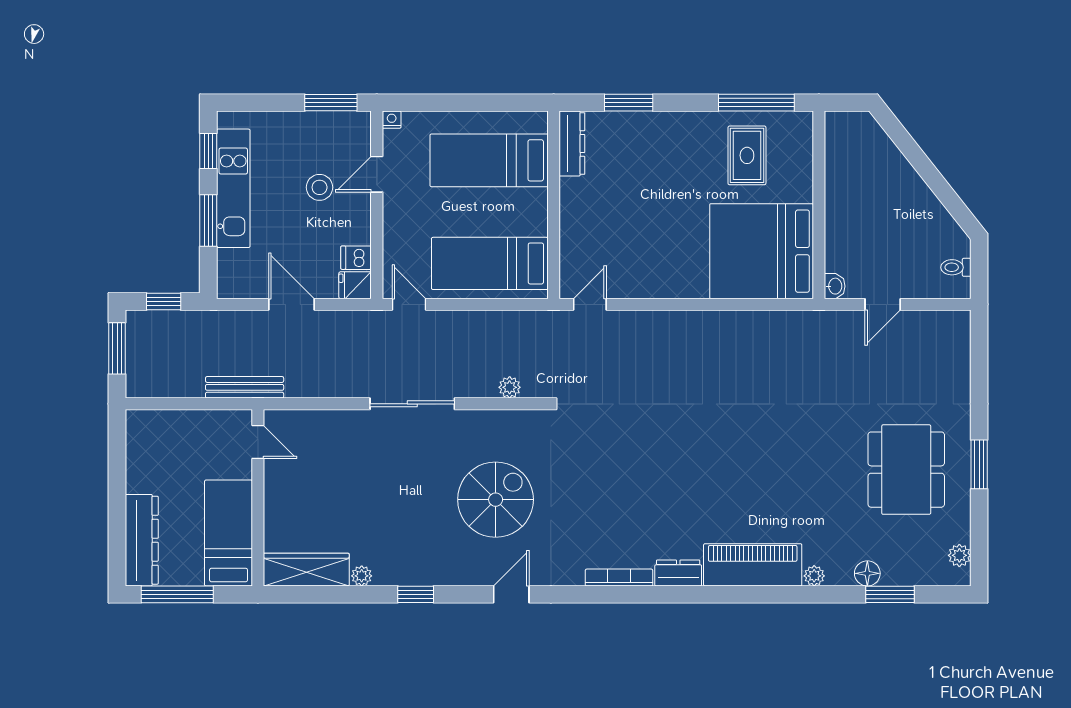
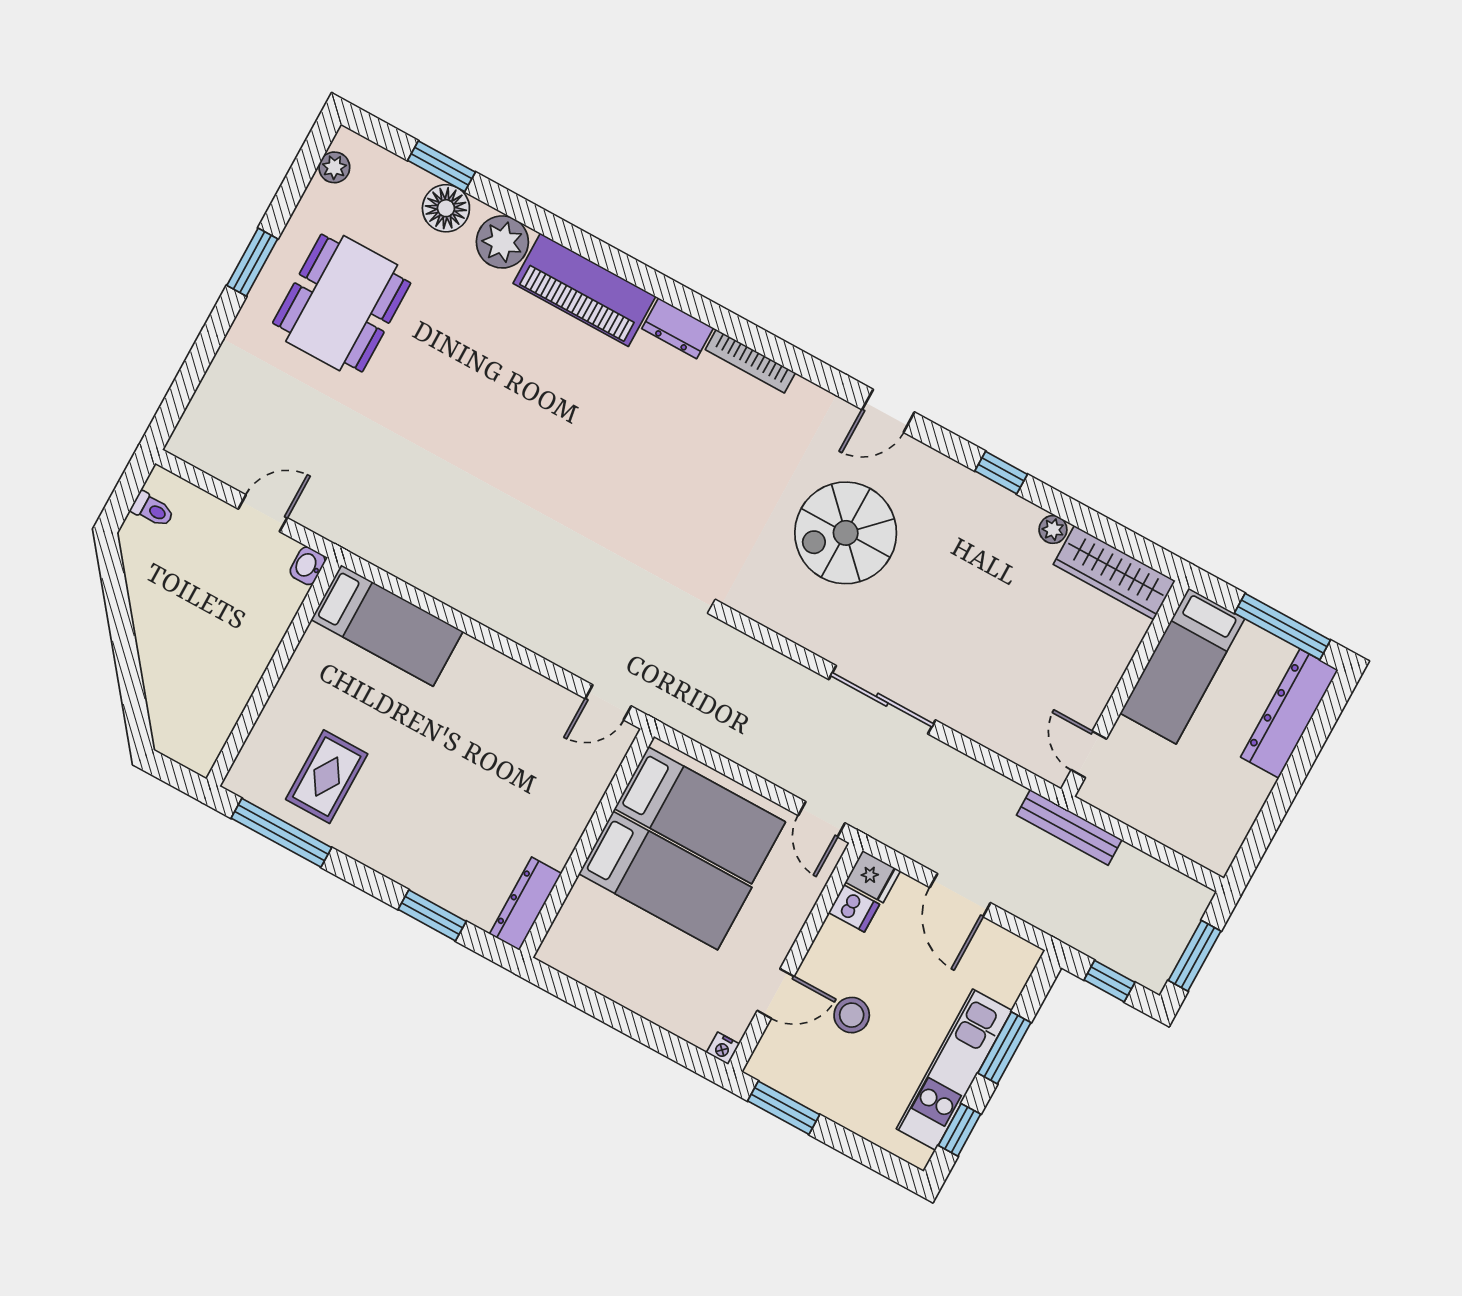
bed: (489, 160) -> (665, 881), moved
bed: (762, 251) -> (387, 625), width x0.49
plant: (510, 387) -> (757, 656), removed
floor lamp: (867, 573) -> (446, 208), width x1.38, depth x1.38
plant: (814, 576) -> (502, 242), width x1.88, depth x1.88

